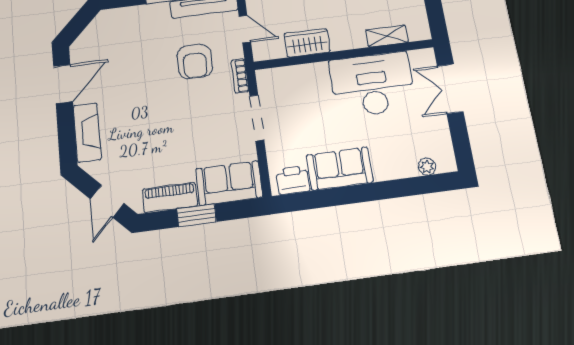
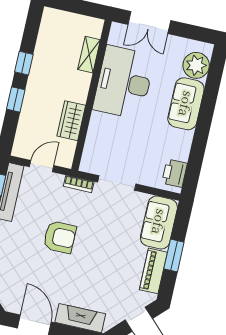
armchair: (195, 61) -> (60, 237), moved
plant: (427, 167) -> (196, 65), width x1.88, depth x1.88
sofa: (340, 169) -> (186, 104), moved

